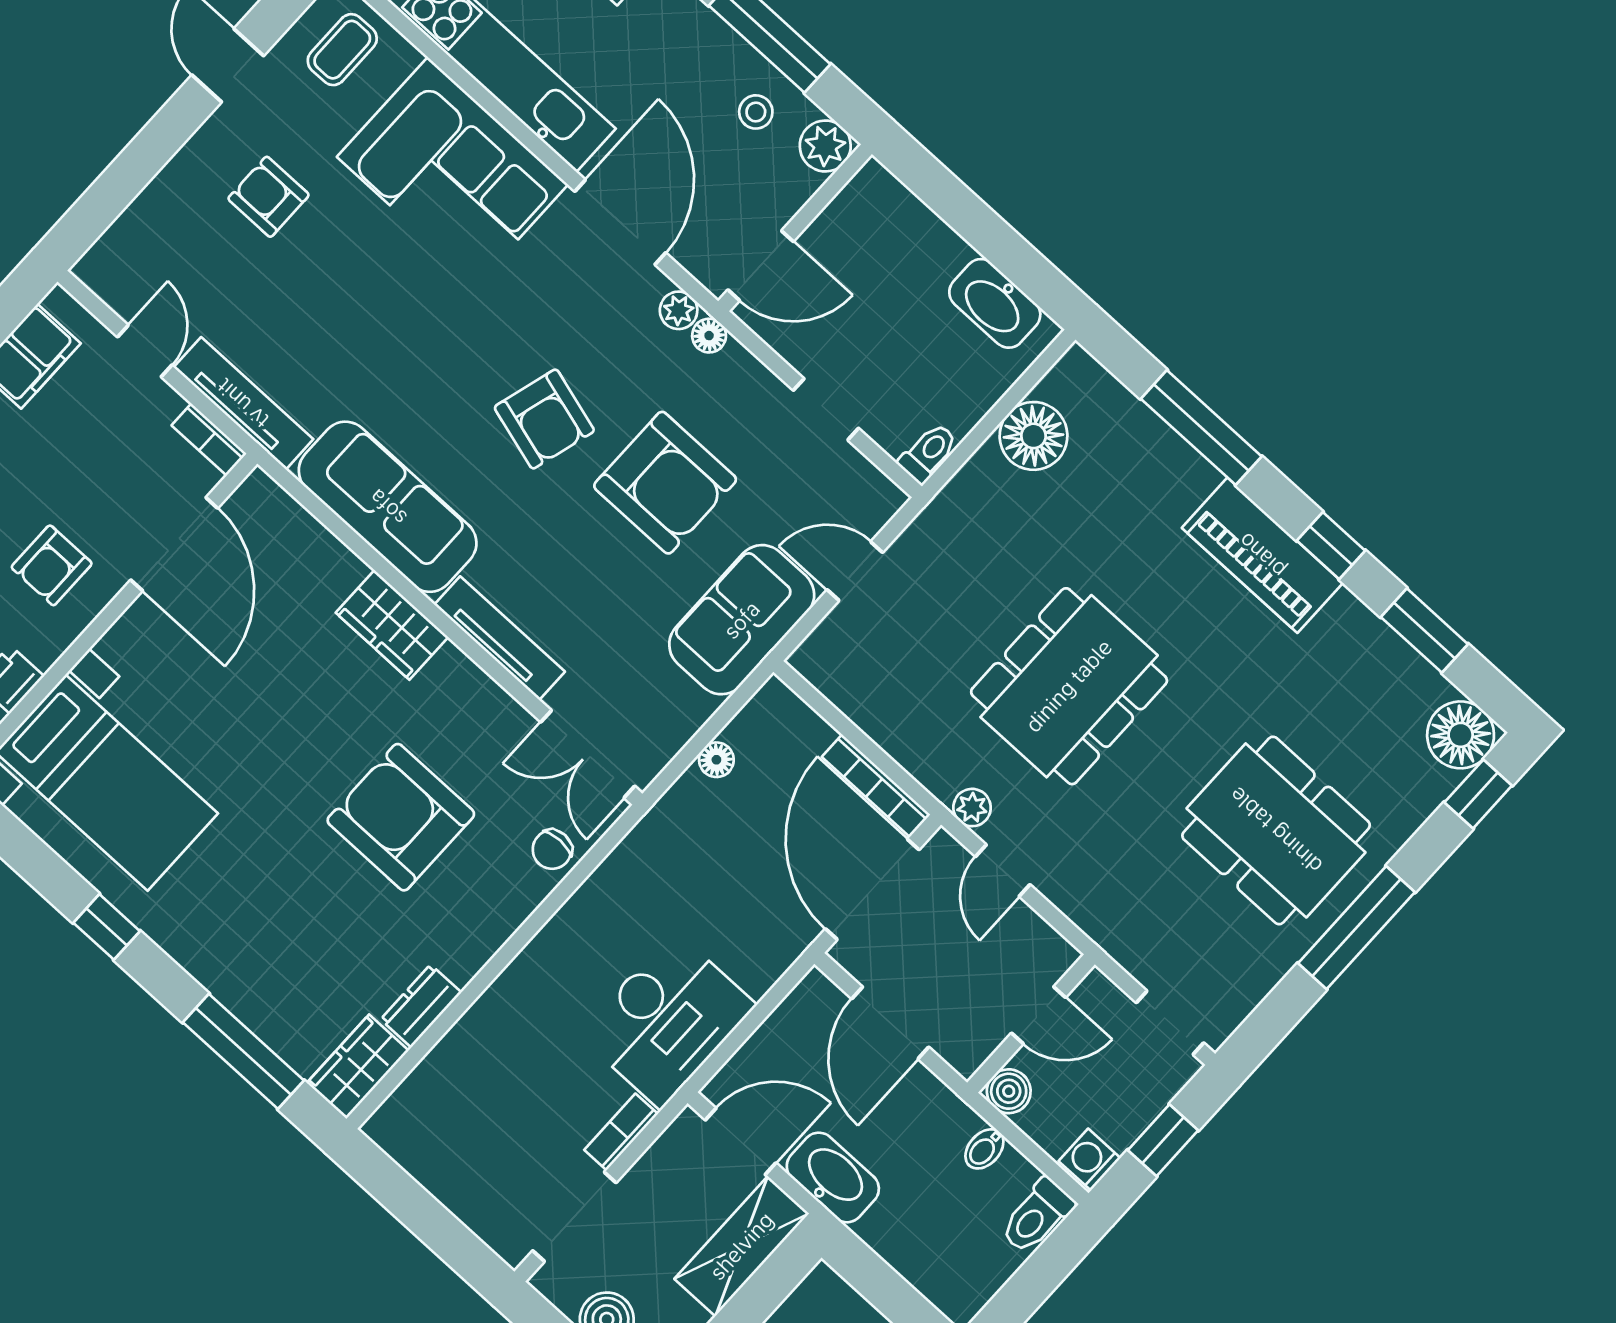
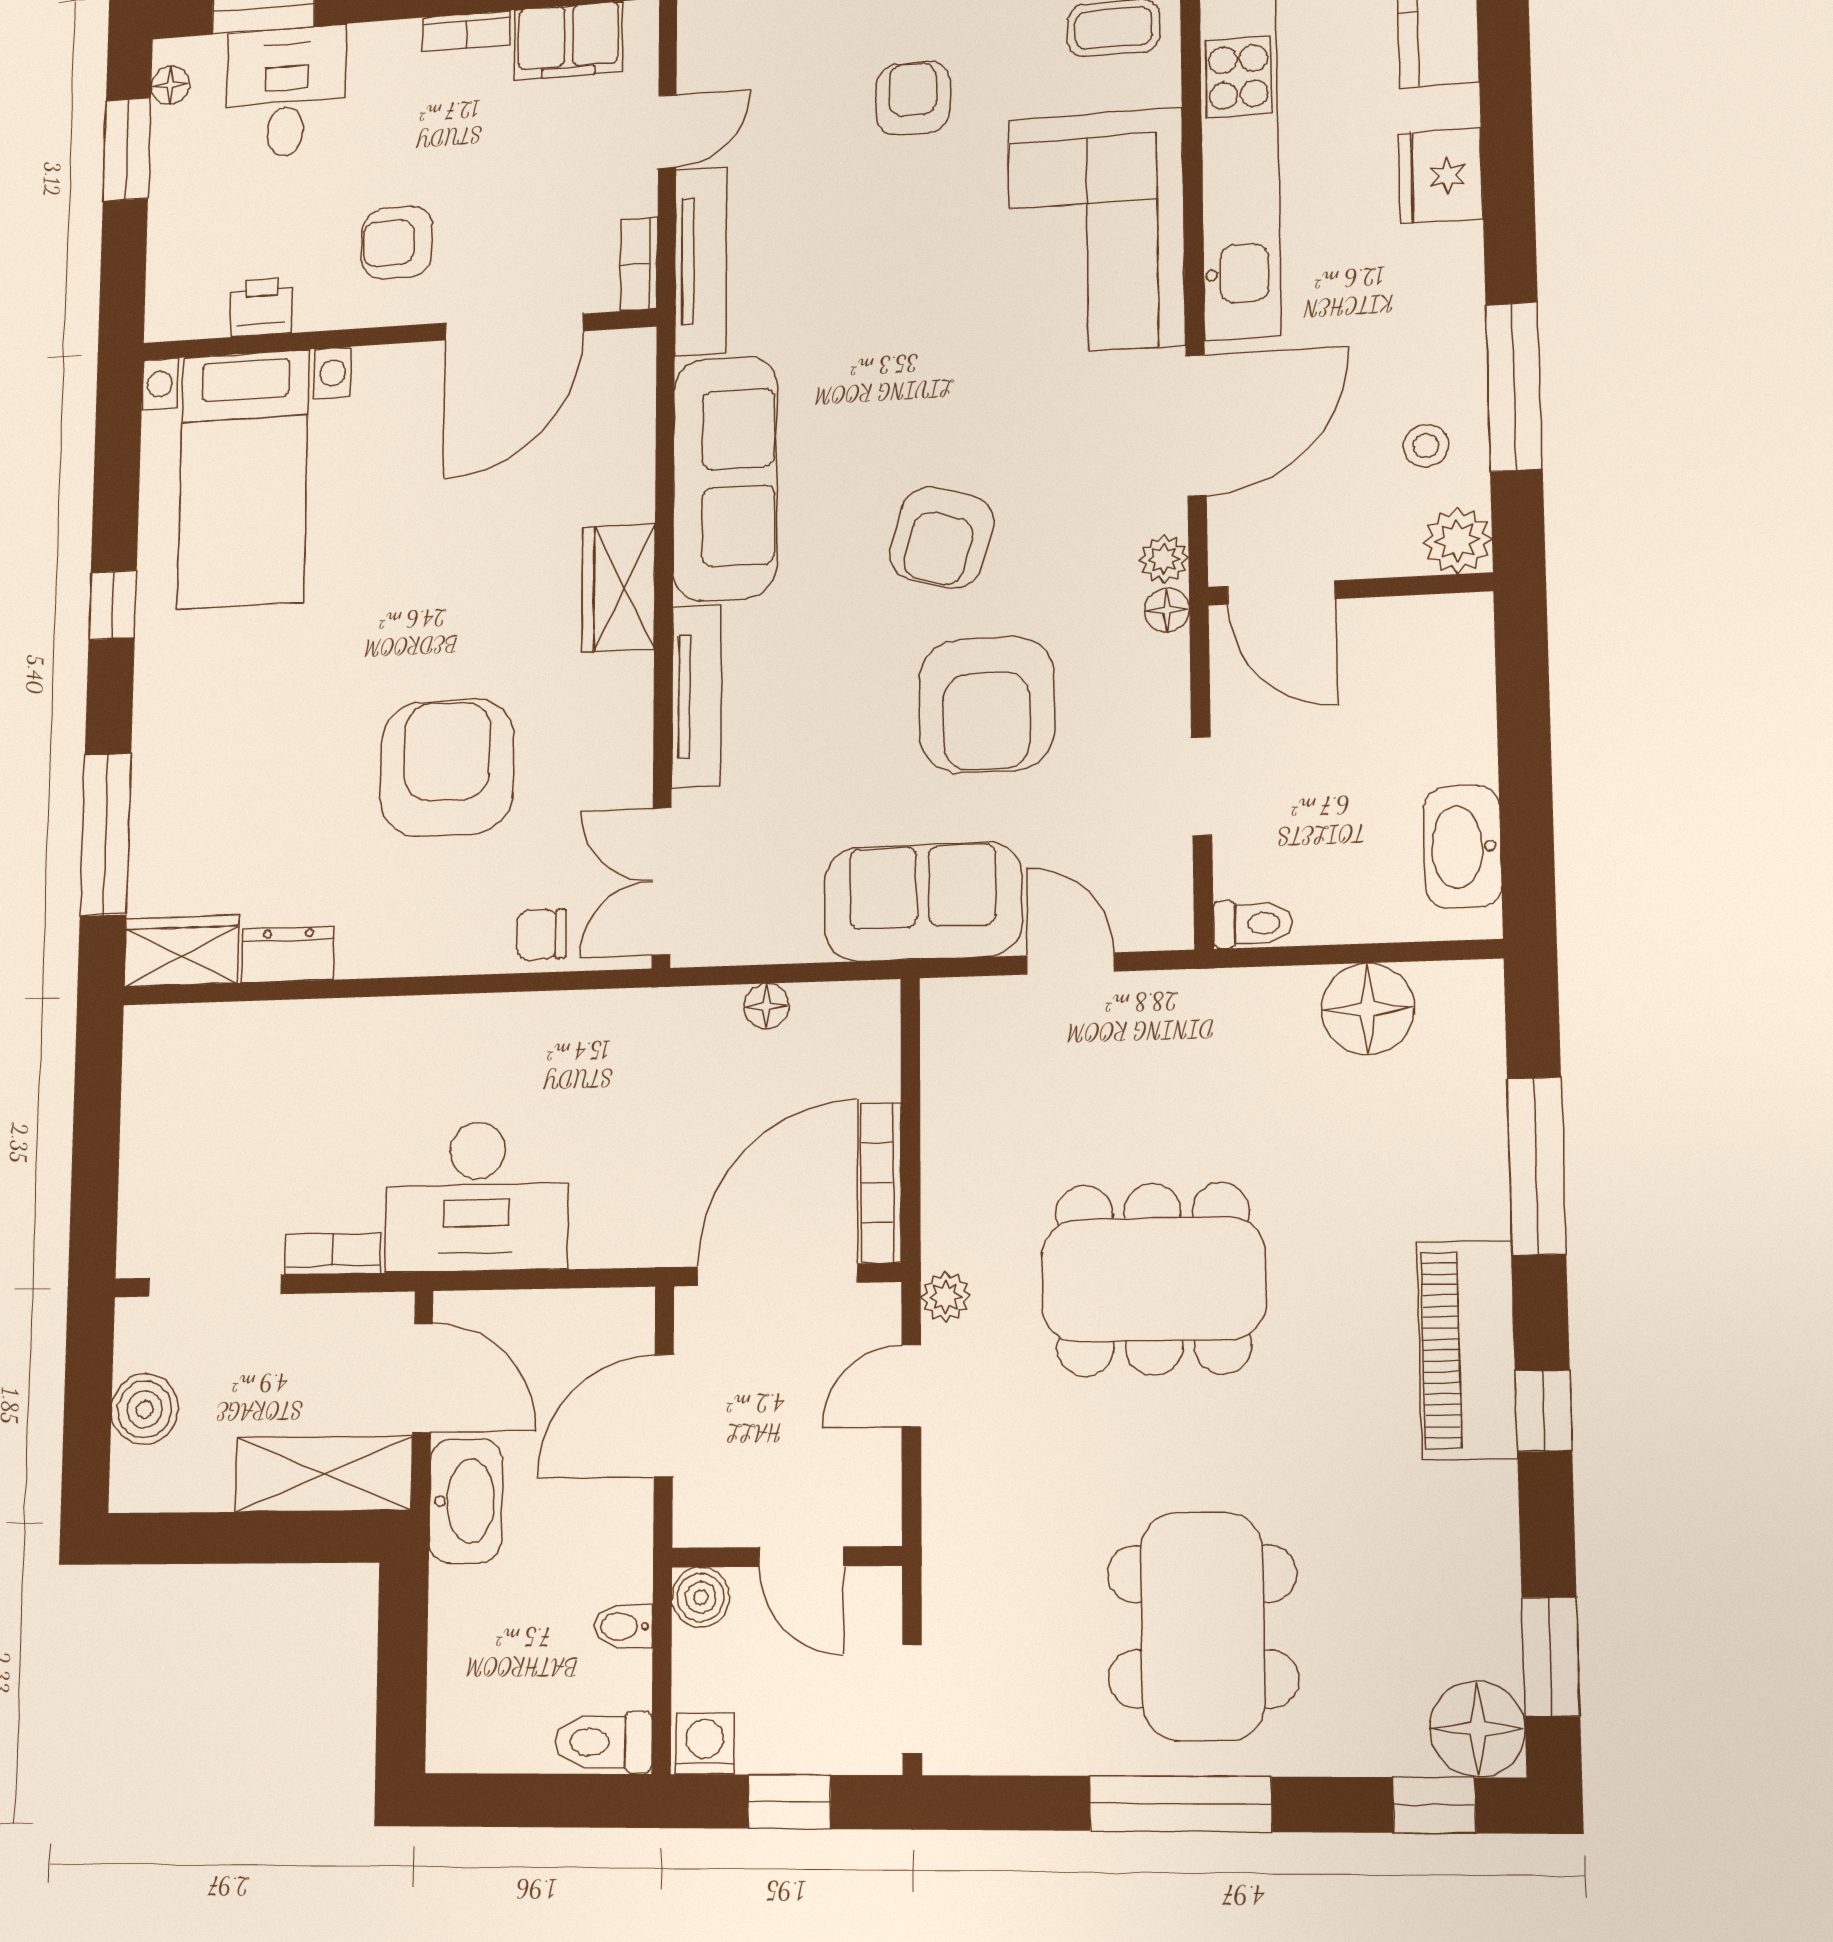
window: (1424, 631) -> (1551, 1657), moved

